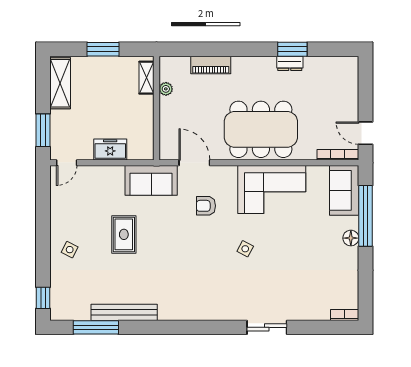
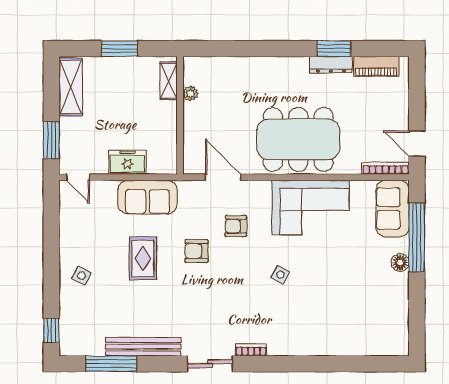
dresser: (290, 63) -> (331, 65), width x1.44
piano: (211, 65) -> (376, 66), moved
door: (67, 163) -> (78, 177), hinge flipped
sofa: (151, 180) -> (147, 197), moved
armchair: (171, 228) -> (197, 251), added
bookcase: (344, 315) -> (251, 350), moved
sliding door: (267, 327) -> (210, 364), moved

